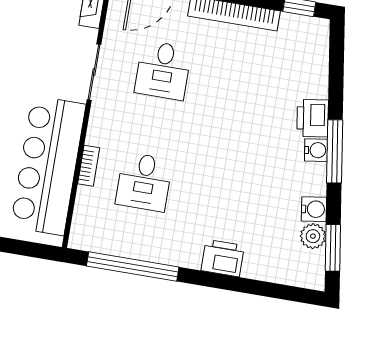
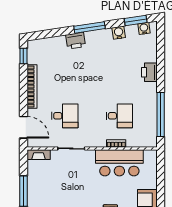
water cooler: (316, 150) -> (144, 28), moved
bar counter: (48, 166) -> (119, 163), width x0.73
plant: (313, 236) -> (132, 31), removed

